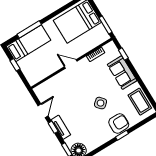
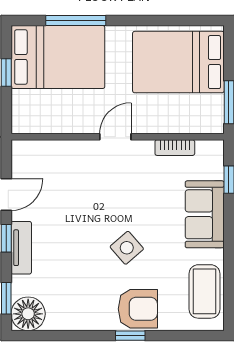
bed: (28, 43) -> (58, 57), width x1.50
door: (71, 64) -> (115, 137), hinge flipped

